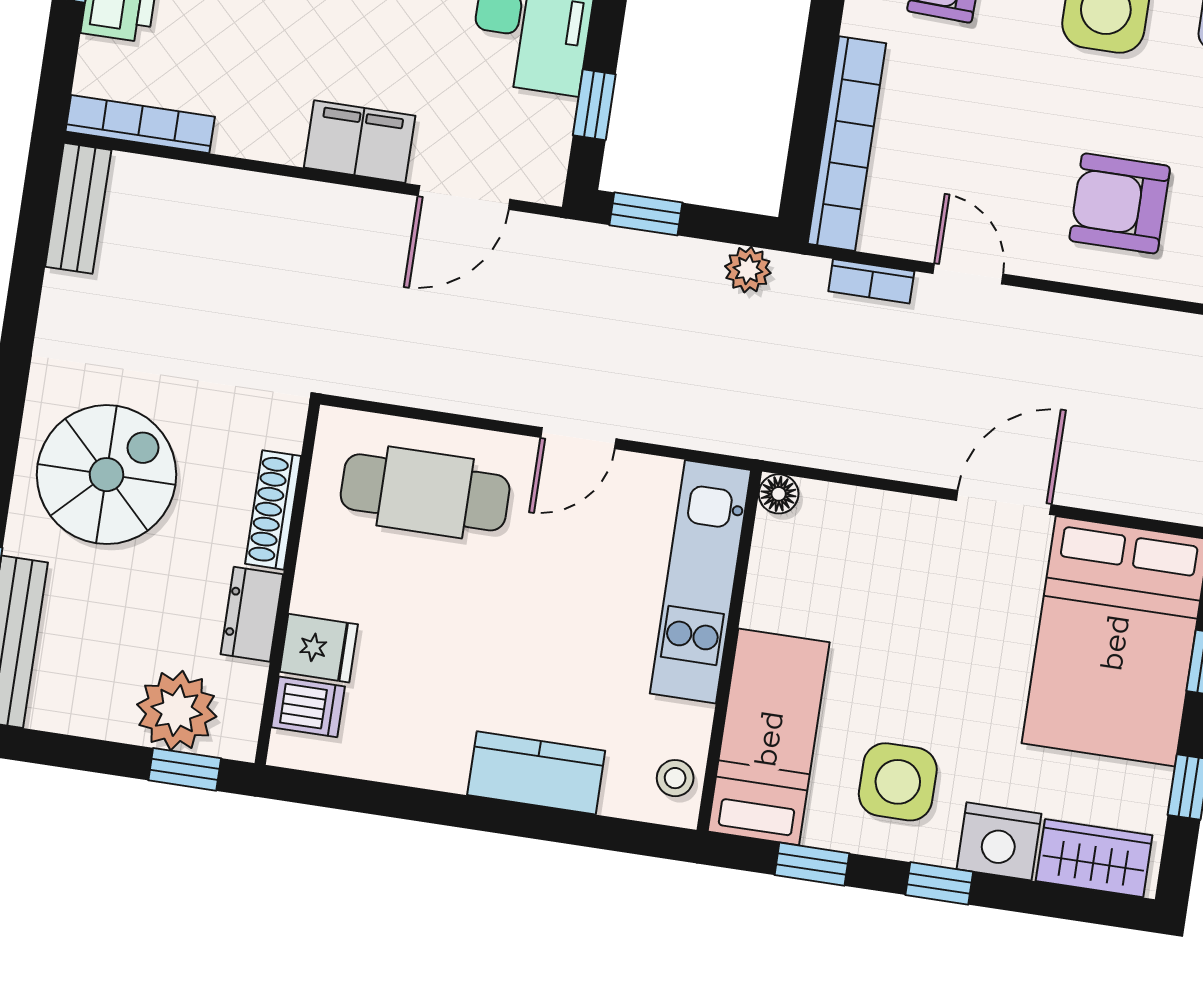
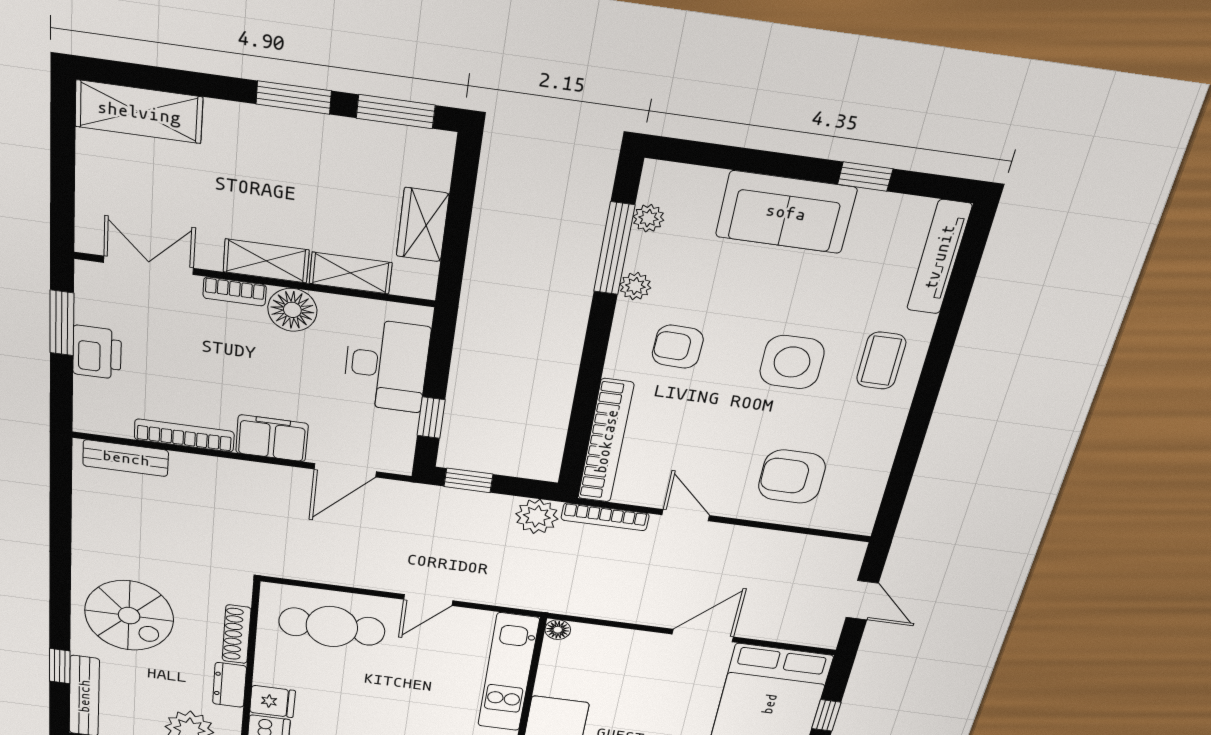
bookcase: (140, 124) -> (184, 436), moved
bench: (78, 208) -> (126, 458), moved, turned 90
plant: (748, 270) -> (537, 516), width x1.38, depth x1.38
bookcase: (871, 281) -> (605, 517), width x1.56
spiral stairs: (107, 475) -> (129, 616), turned 90

